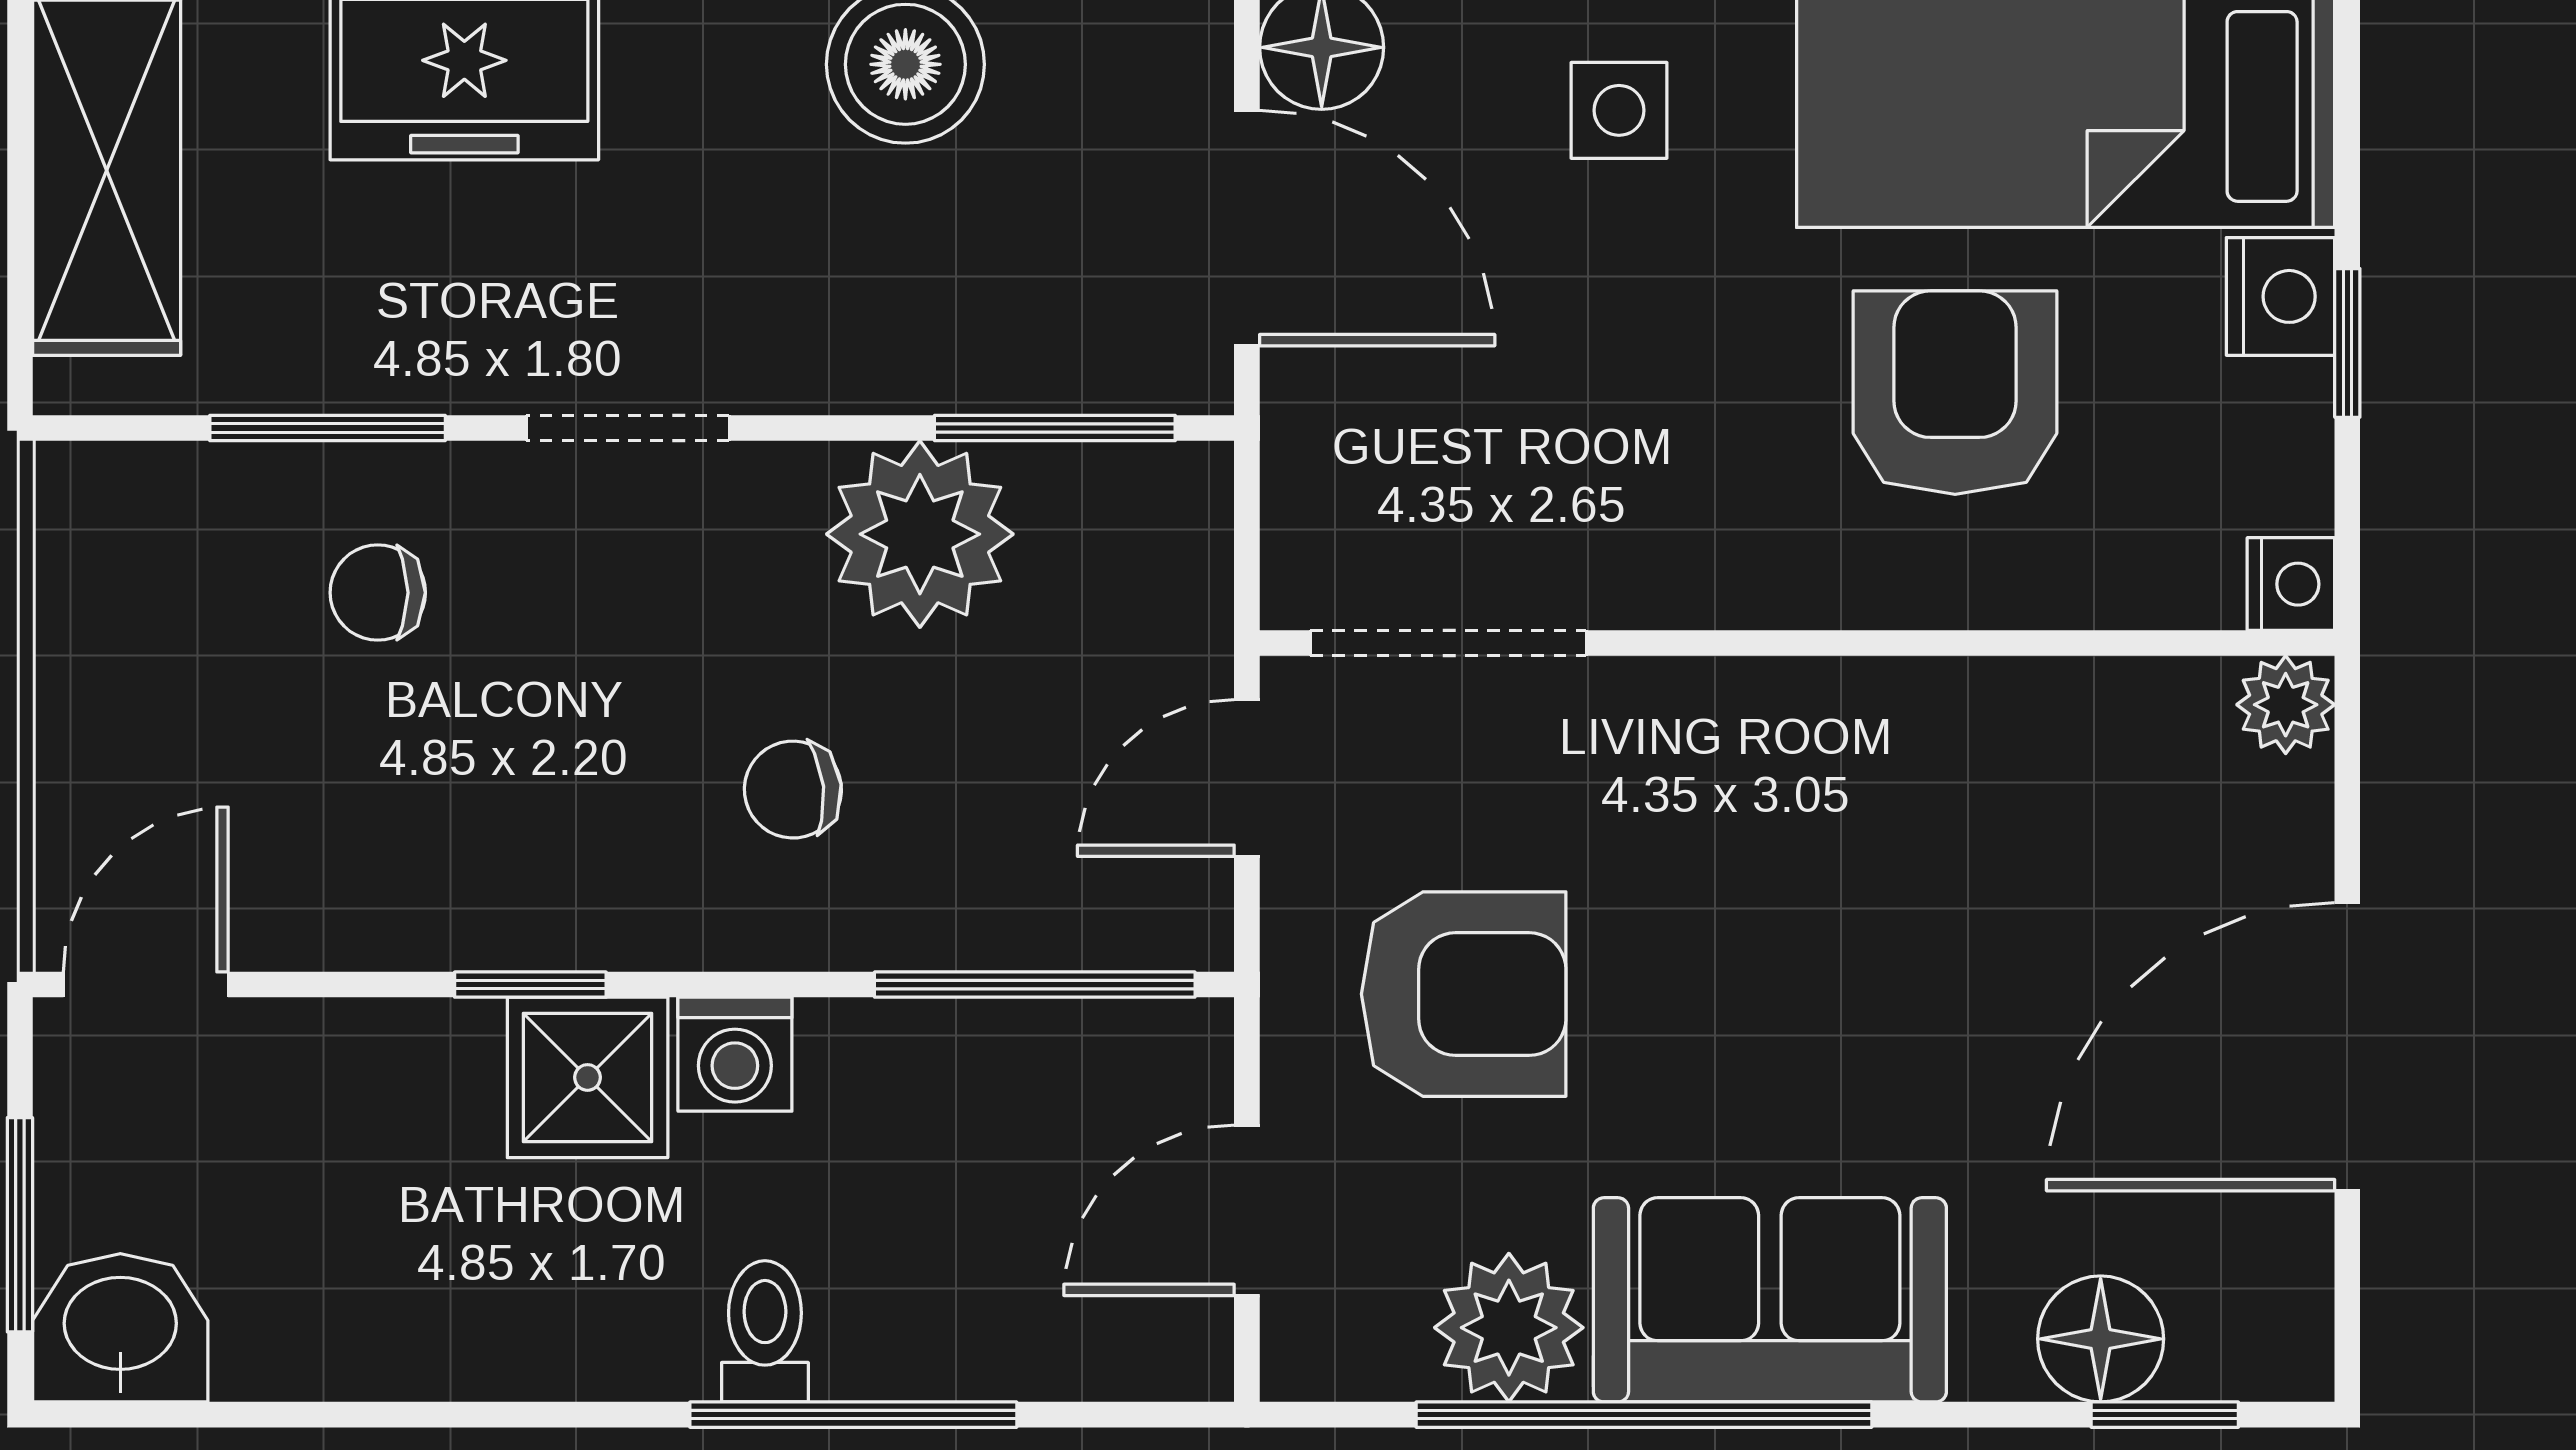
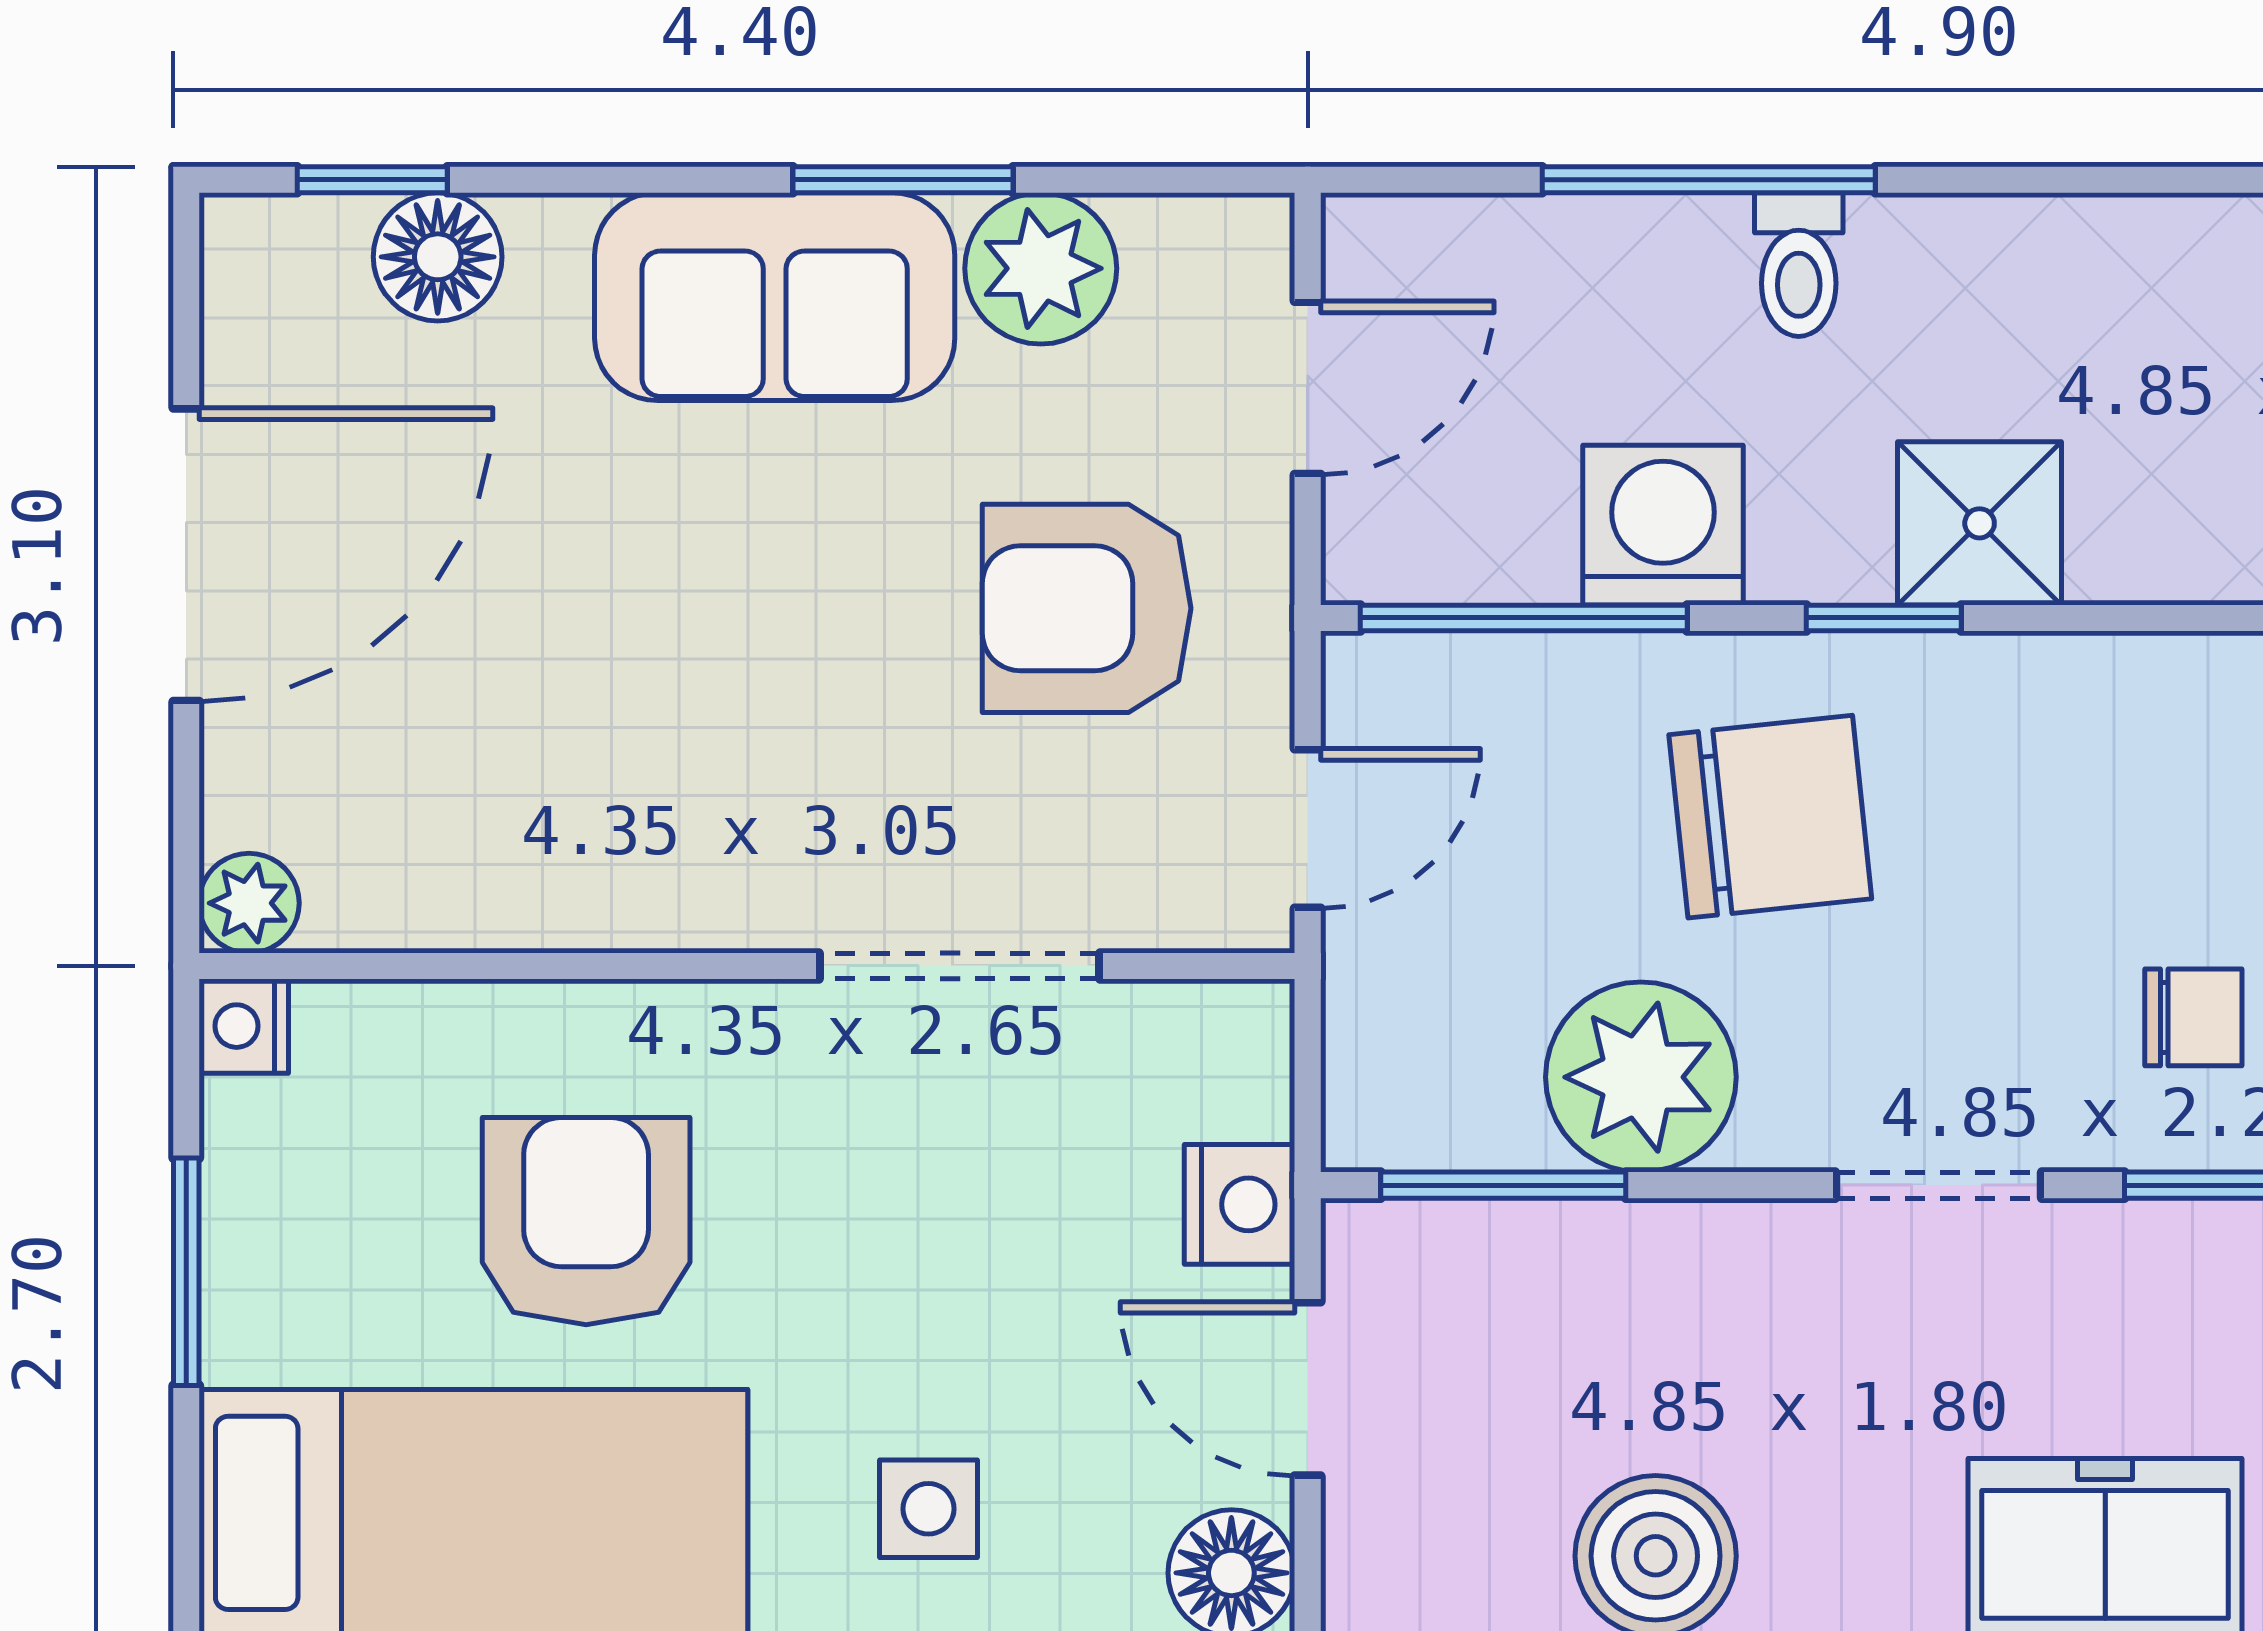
door: (1247, 228) -> (1308, 1389), width x0.73
nightstand: (2281, 296) -> (1240, 1204), moved, turned 180
window: (2347, 343) -> (186, 1272), width x1.50
armchair: (1955, 393) -> (586, 1221), turned 180
doorway: (1448, 643) -> (959, 966), moved
chair: (793, 790) -> (1770, 817), width x1.87, depth x1.87
window: (530, 985) -> (1884, 618), moved
washing machine: (735, 1054) -> (1663, 525), moved, width x1.38, depth x1.38
window: (1644, 1415) -> (903, 180), width x0.47

